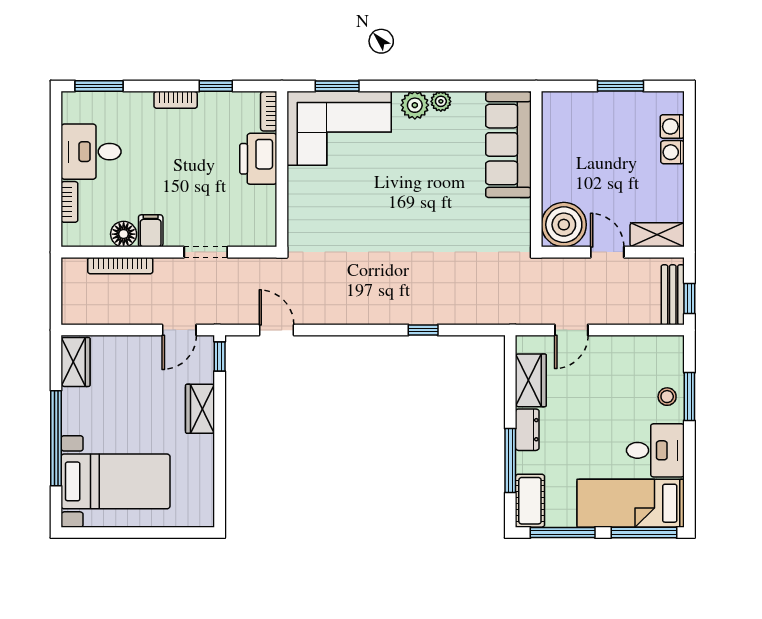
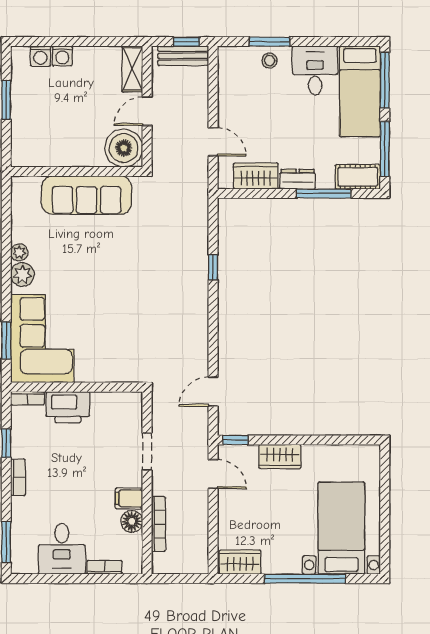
sofa: (508, 144) -> (87, 195), moved

